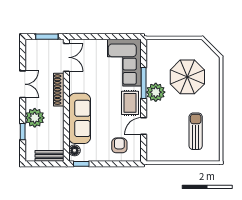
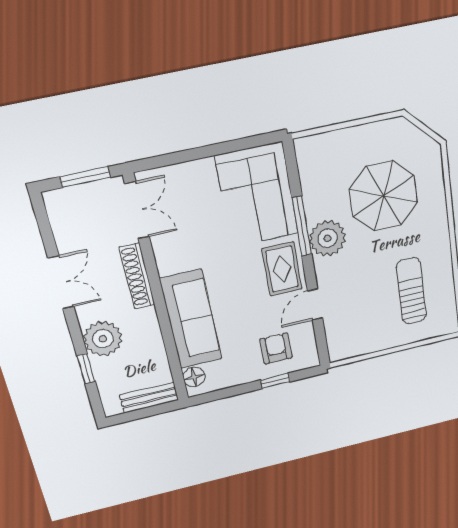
window: (81, 164) -> (275, 381), moved

